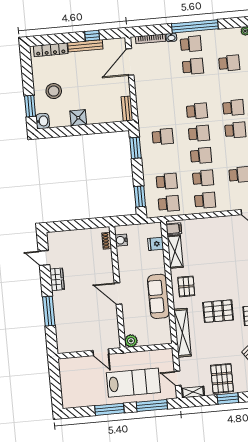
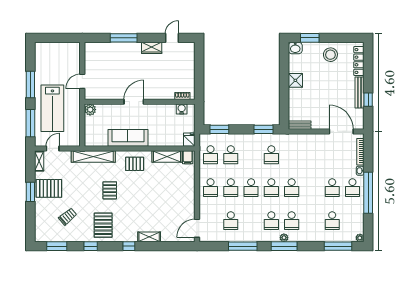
stool: (54, 91) -> (330, 55), moved
fridge: (156, 244) -> (189, 140), moved
pallet: (218, 311) -> (110, 190), width x0.67, depth x0.71

